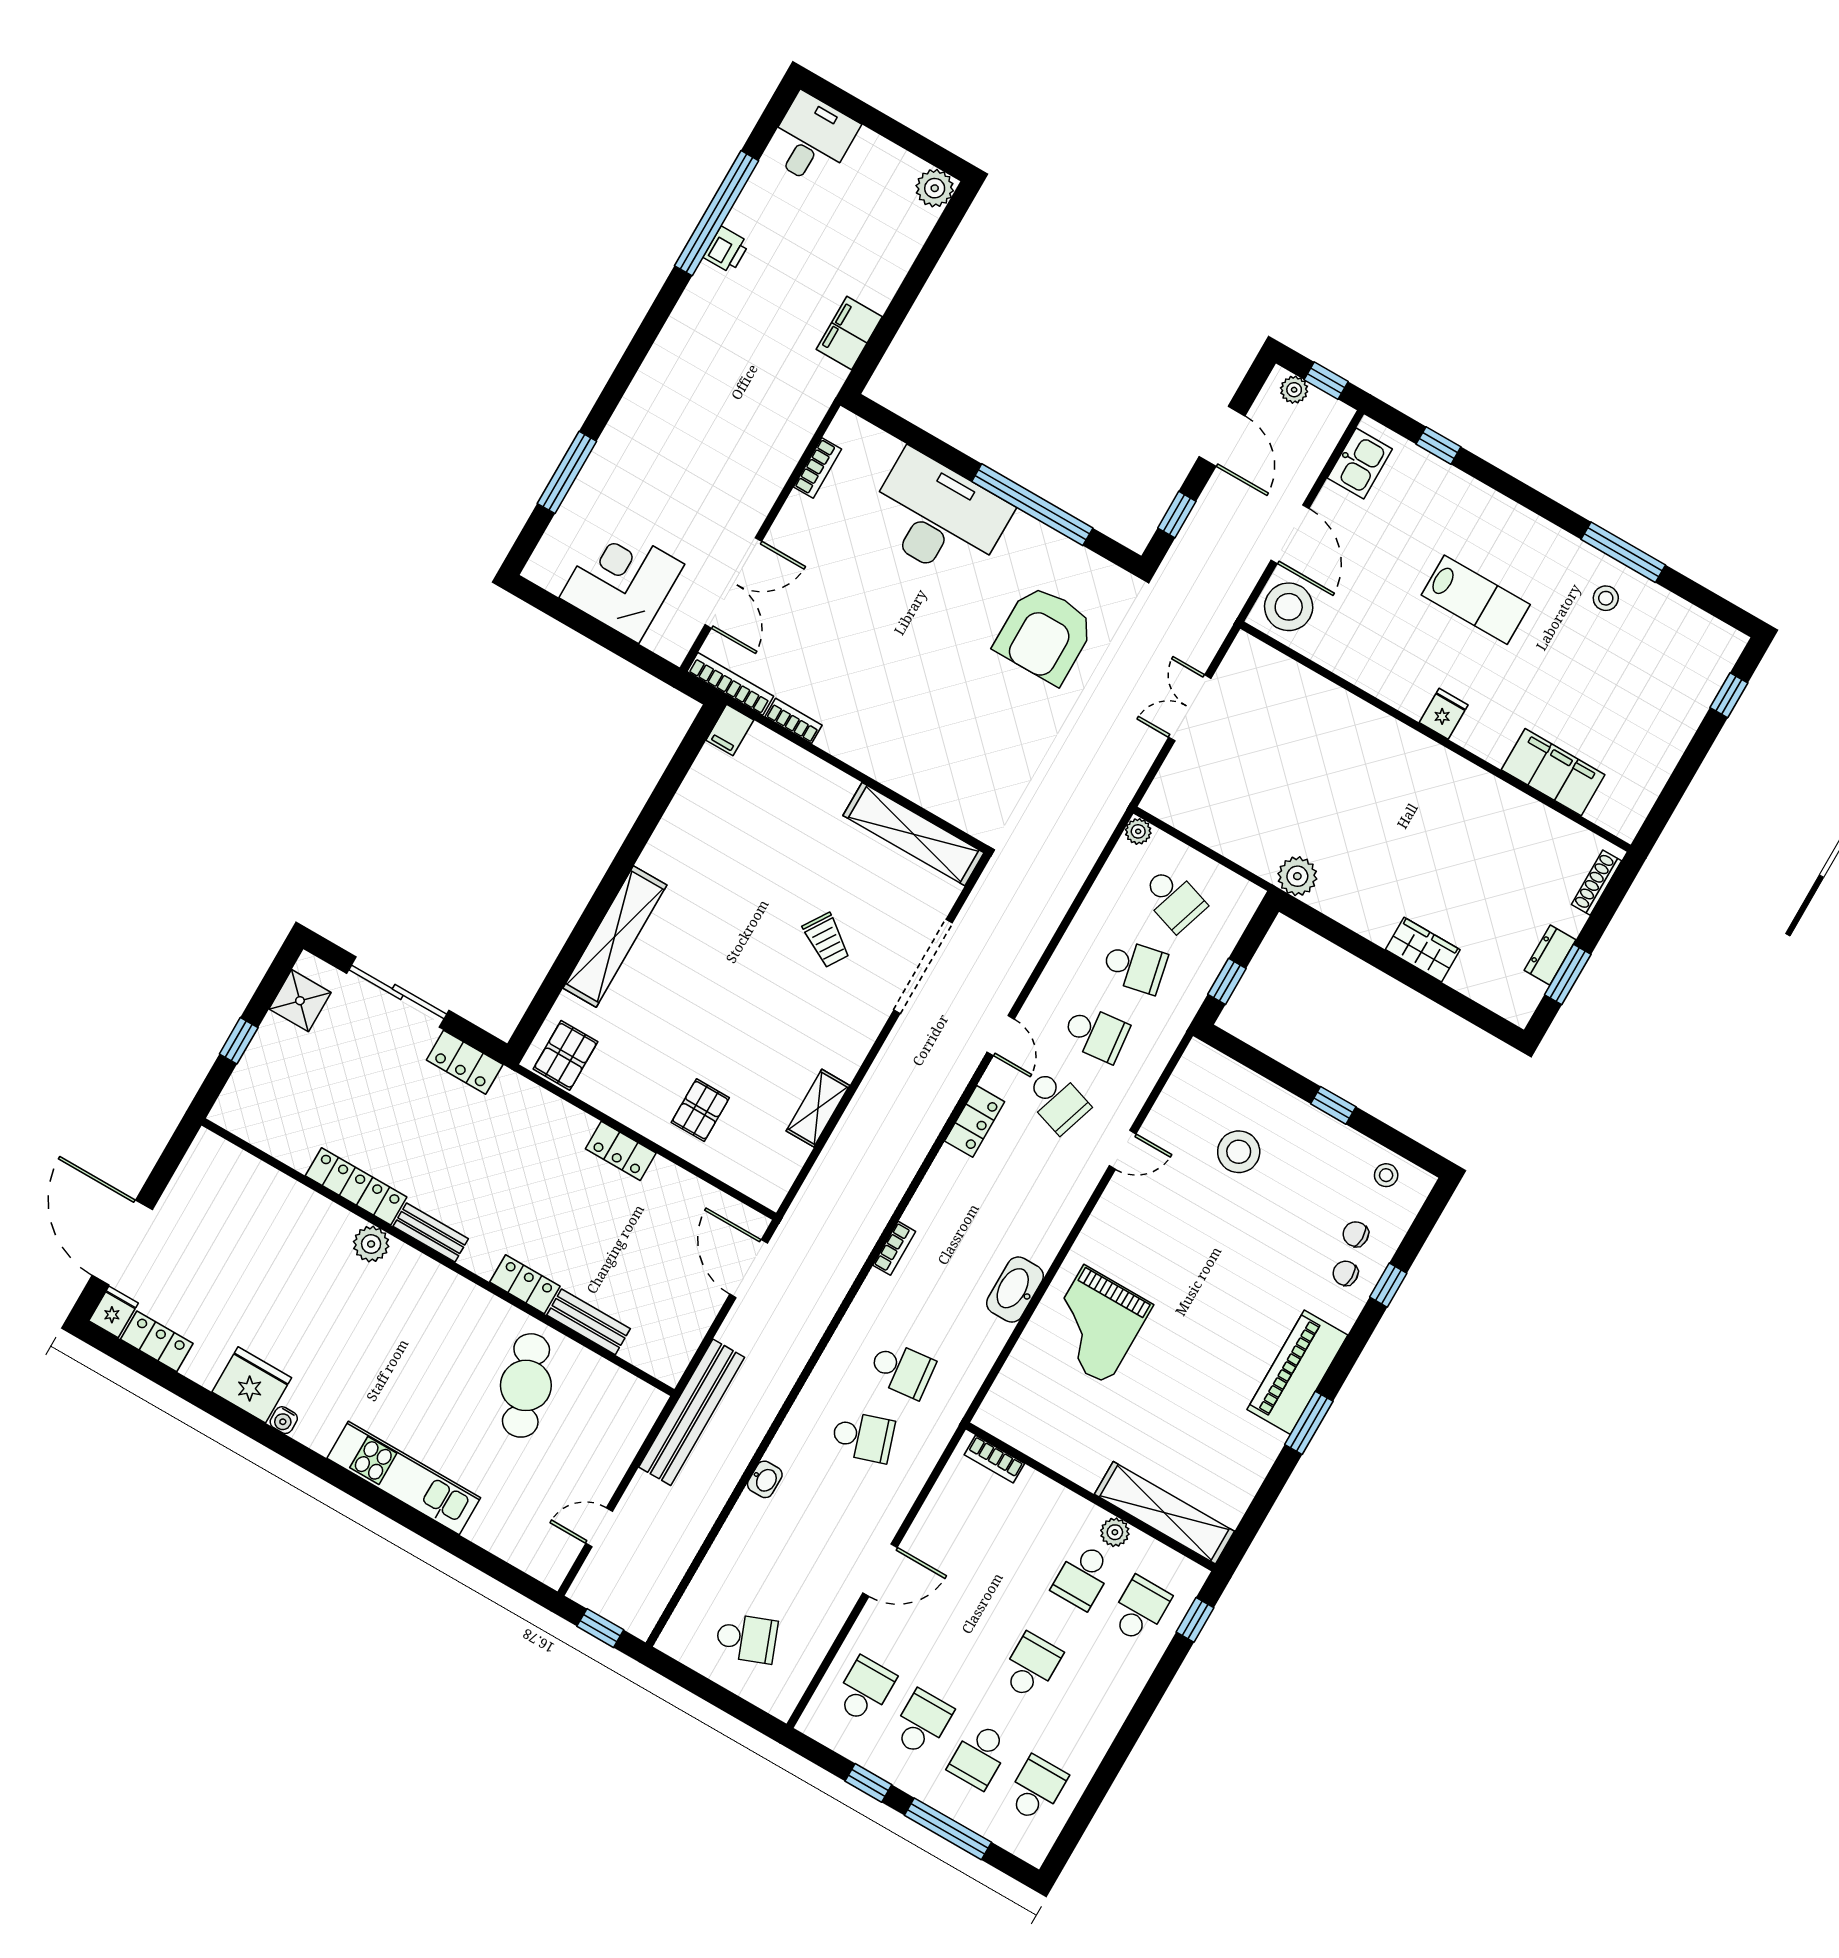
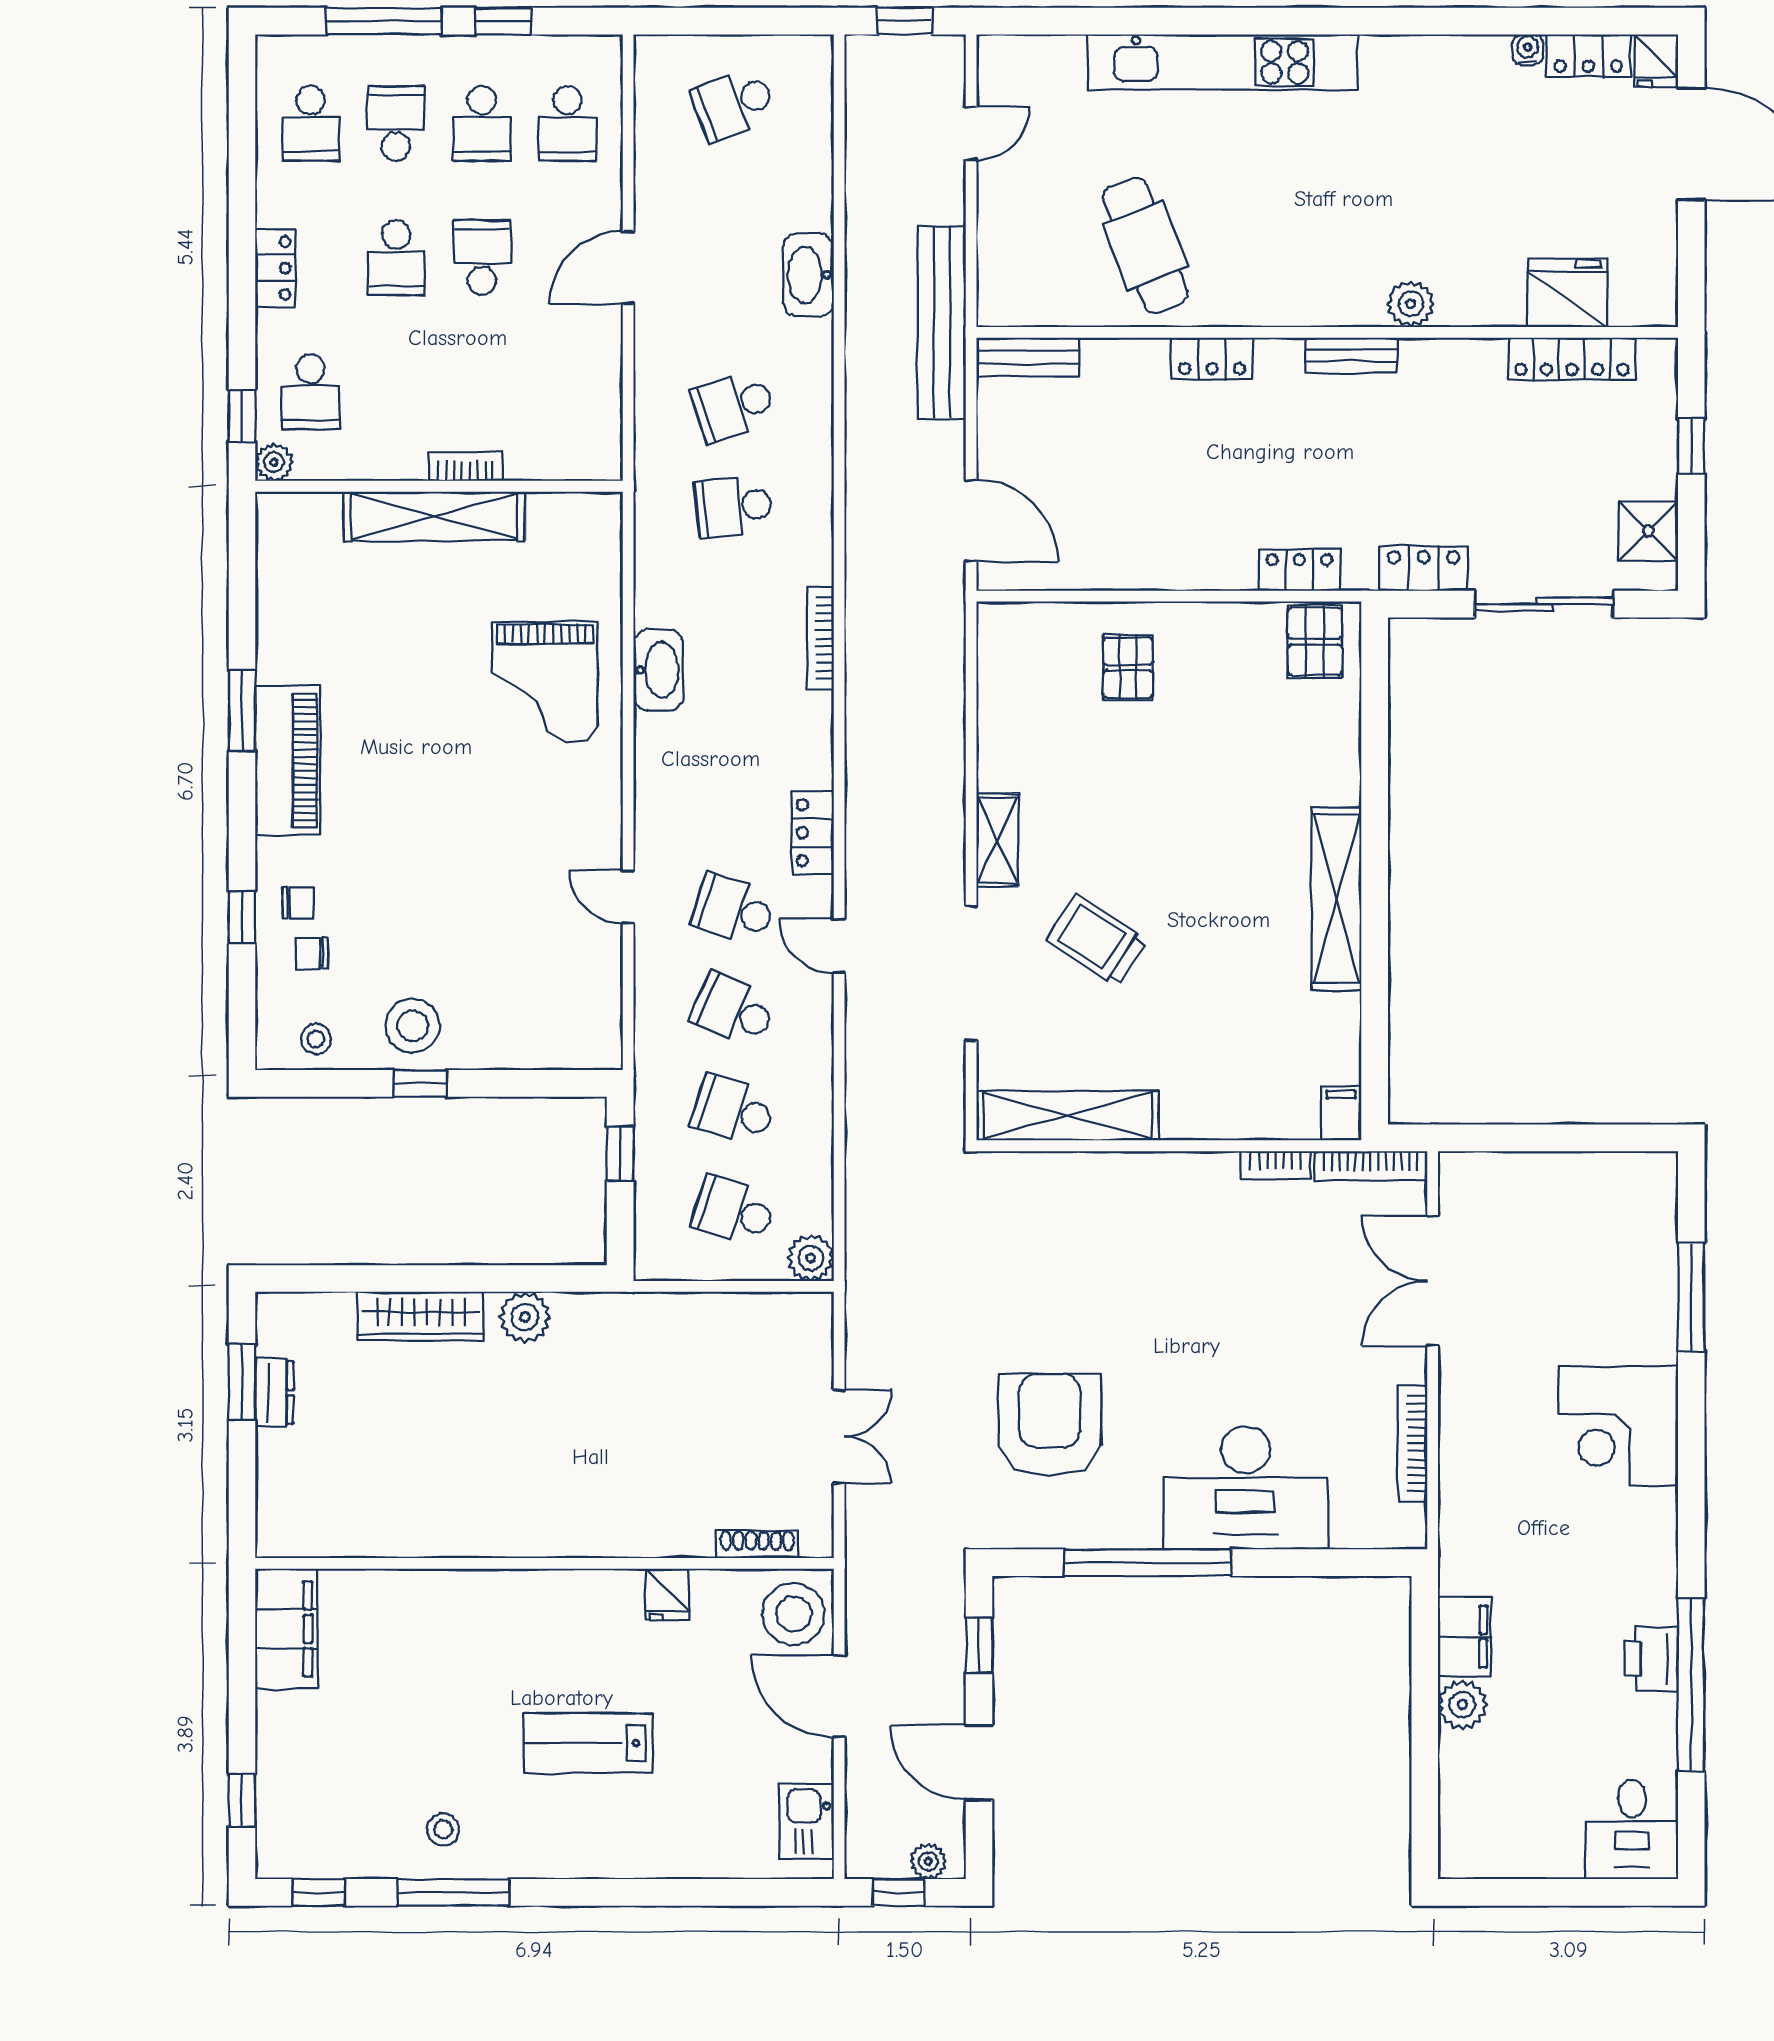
plant: (935, 188) -> (1462, 1705), moved
printer: (726, 250) -> (1651, 1659), width x1.36, depth x1.24
window: (1438, 445) -> (318, 1892), moved
bookcase: (818, 468) -> (1413, 1444), width x1.56
corner desk: (622, 581) -> (1618, 1426), moved, turned 90
fridge: (1444, 714) -> (667, 1595), moved
filing cabinet: (1553, 772) -> (286, 1629), moved, turned -90
plant: (1138, 831) -> (811, 1258), width x1.38, depth x1.38
plant: (1297, 876) -> (525, 1317), moved
shoe rack: (1596, 883) -> (757, 1544), moved, turned -90
shelving: (615, 937) -> (1336, 899), moved
trolley: (826, 940) -> (1097, 940), width x1.36, depth x1.39
wardrobe: (1423, 950) -> (421, 1316), width x1.50
school desk: (1135, 966) -> (734, 1111), turned 30
school desk: (1096, 1034) -> (734, 1010), turned 30
shelving: (818, 1108) -> (997, 840), moved
door: (1123, 1150) -> (628, 897), hinge flipped
locker: (621, 1151) -> (1299, 570), moved
stool: (1239, 1152) -> (412, 1026), moved
locker: (356, 1186) -> (1572, 359), moved
chair: (1356, 1234) -> (312, 953), turned 180
bookcase: (894, 1248) -> (821, 638), width x1.56
bench: (588, 1322) -> (1028, 357), moved
grand piano: (1096, 1325) -> (545, 683), turned 180
fridge: (252, 1385) -> (1567, 293), moved, turned 180
water cooler: (284, 1420) -> (1528, 49), moved
bookcase: (994, 1459) -> (466, 466), moved
kitchen unit: (404, 1478) -> (1222, 62), width x1.36
washbasin: (765, 1479) -> (808, 275), width x1.91, depth x1.45
shelving: (1164, 1513) -> (434, 516), moved
plant: (1115, 1532) -> (274, 462), moved
school desk: (1083, 1576) -> (482, 258), moved
locker: (1116, 1706) -> (275, 268), added

